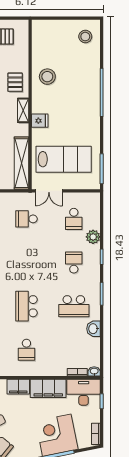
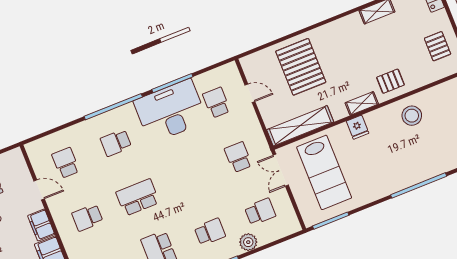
school desk: (74, 219) -> (260, 212), turned 180

